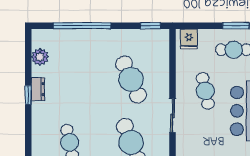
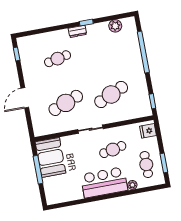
dresser: (38, 89) -> (77, 31), moved

